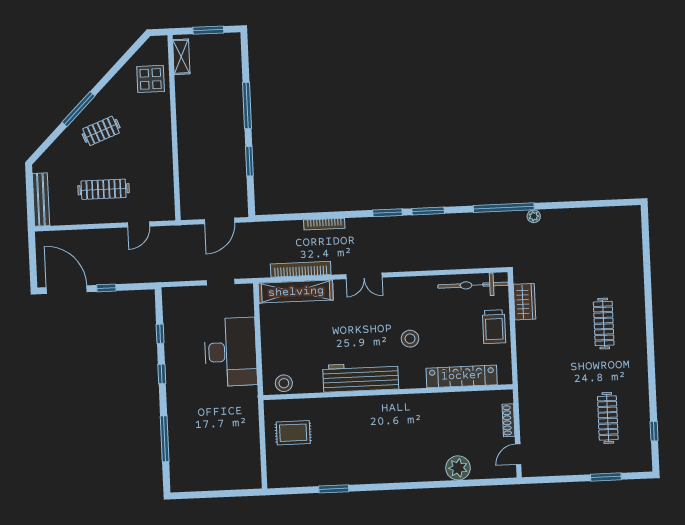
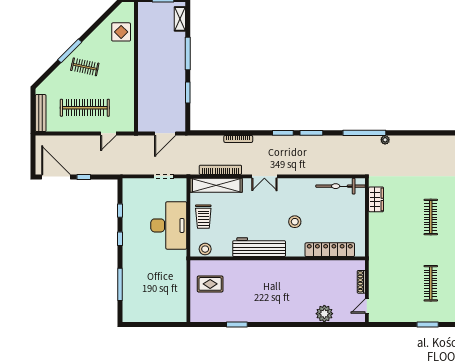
shelving: (181, 57) -> (180, 19), moved
clothes rail: (101, 131) -> (85, 67), turned 33
clothes rail: (104, 189) -> (85, 108), width x1.37, depth x1.31
trolley: (494, 327) -> (203, 217), moved

